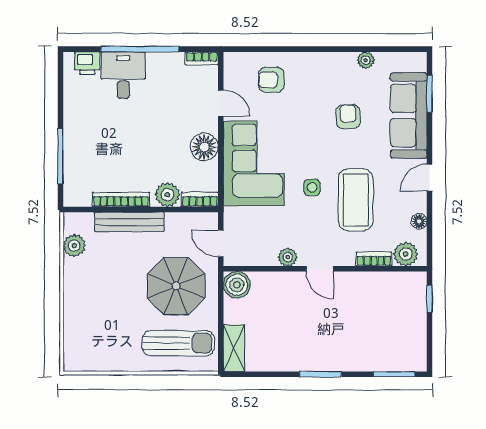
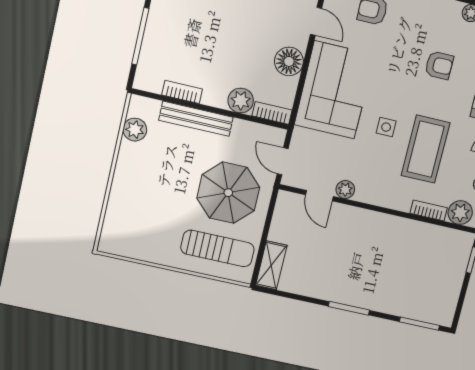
armchair: (348, 117) -> (439, 65), turned 93
bookcase: (121, 200) -> (182, 92), width x0.64
door: (320, 269) -> (319, 196), moved
boiler: (237, 285) -> (289, 205), removed

